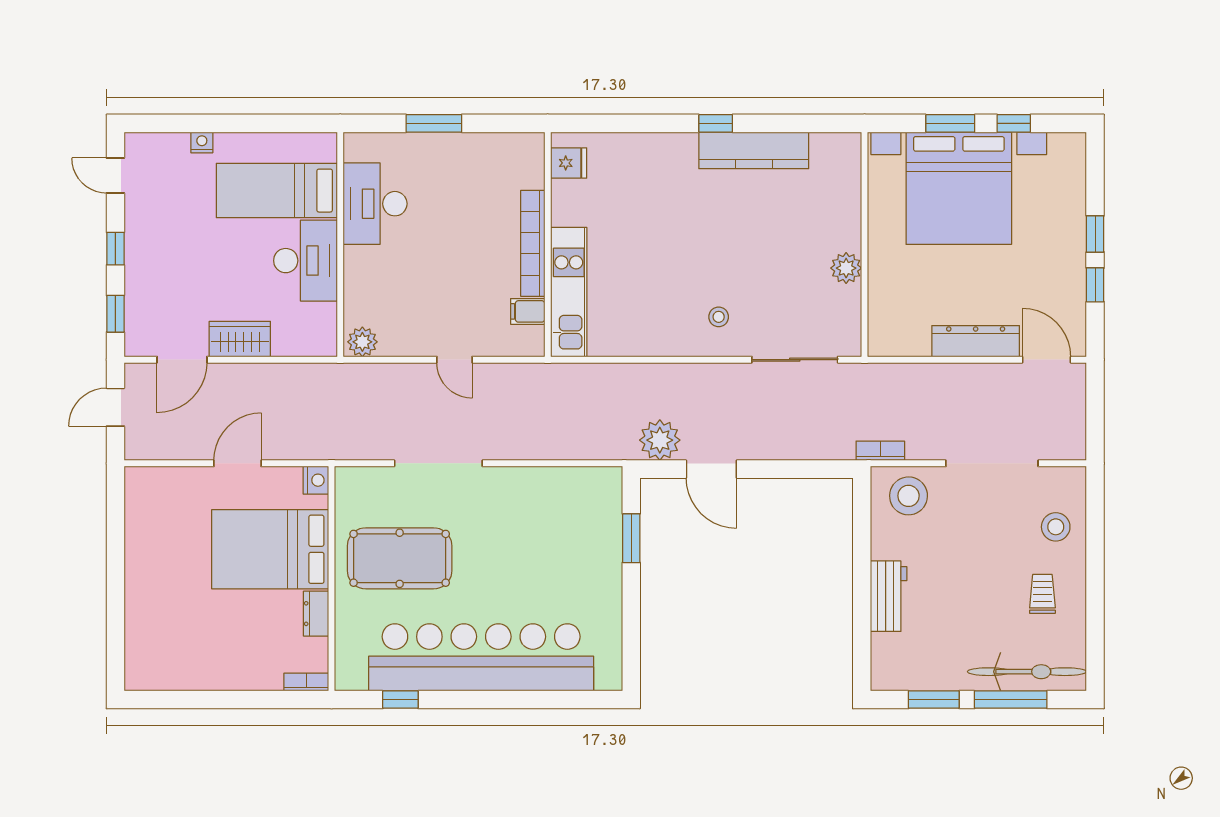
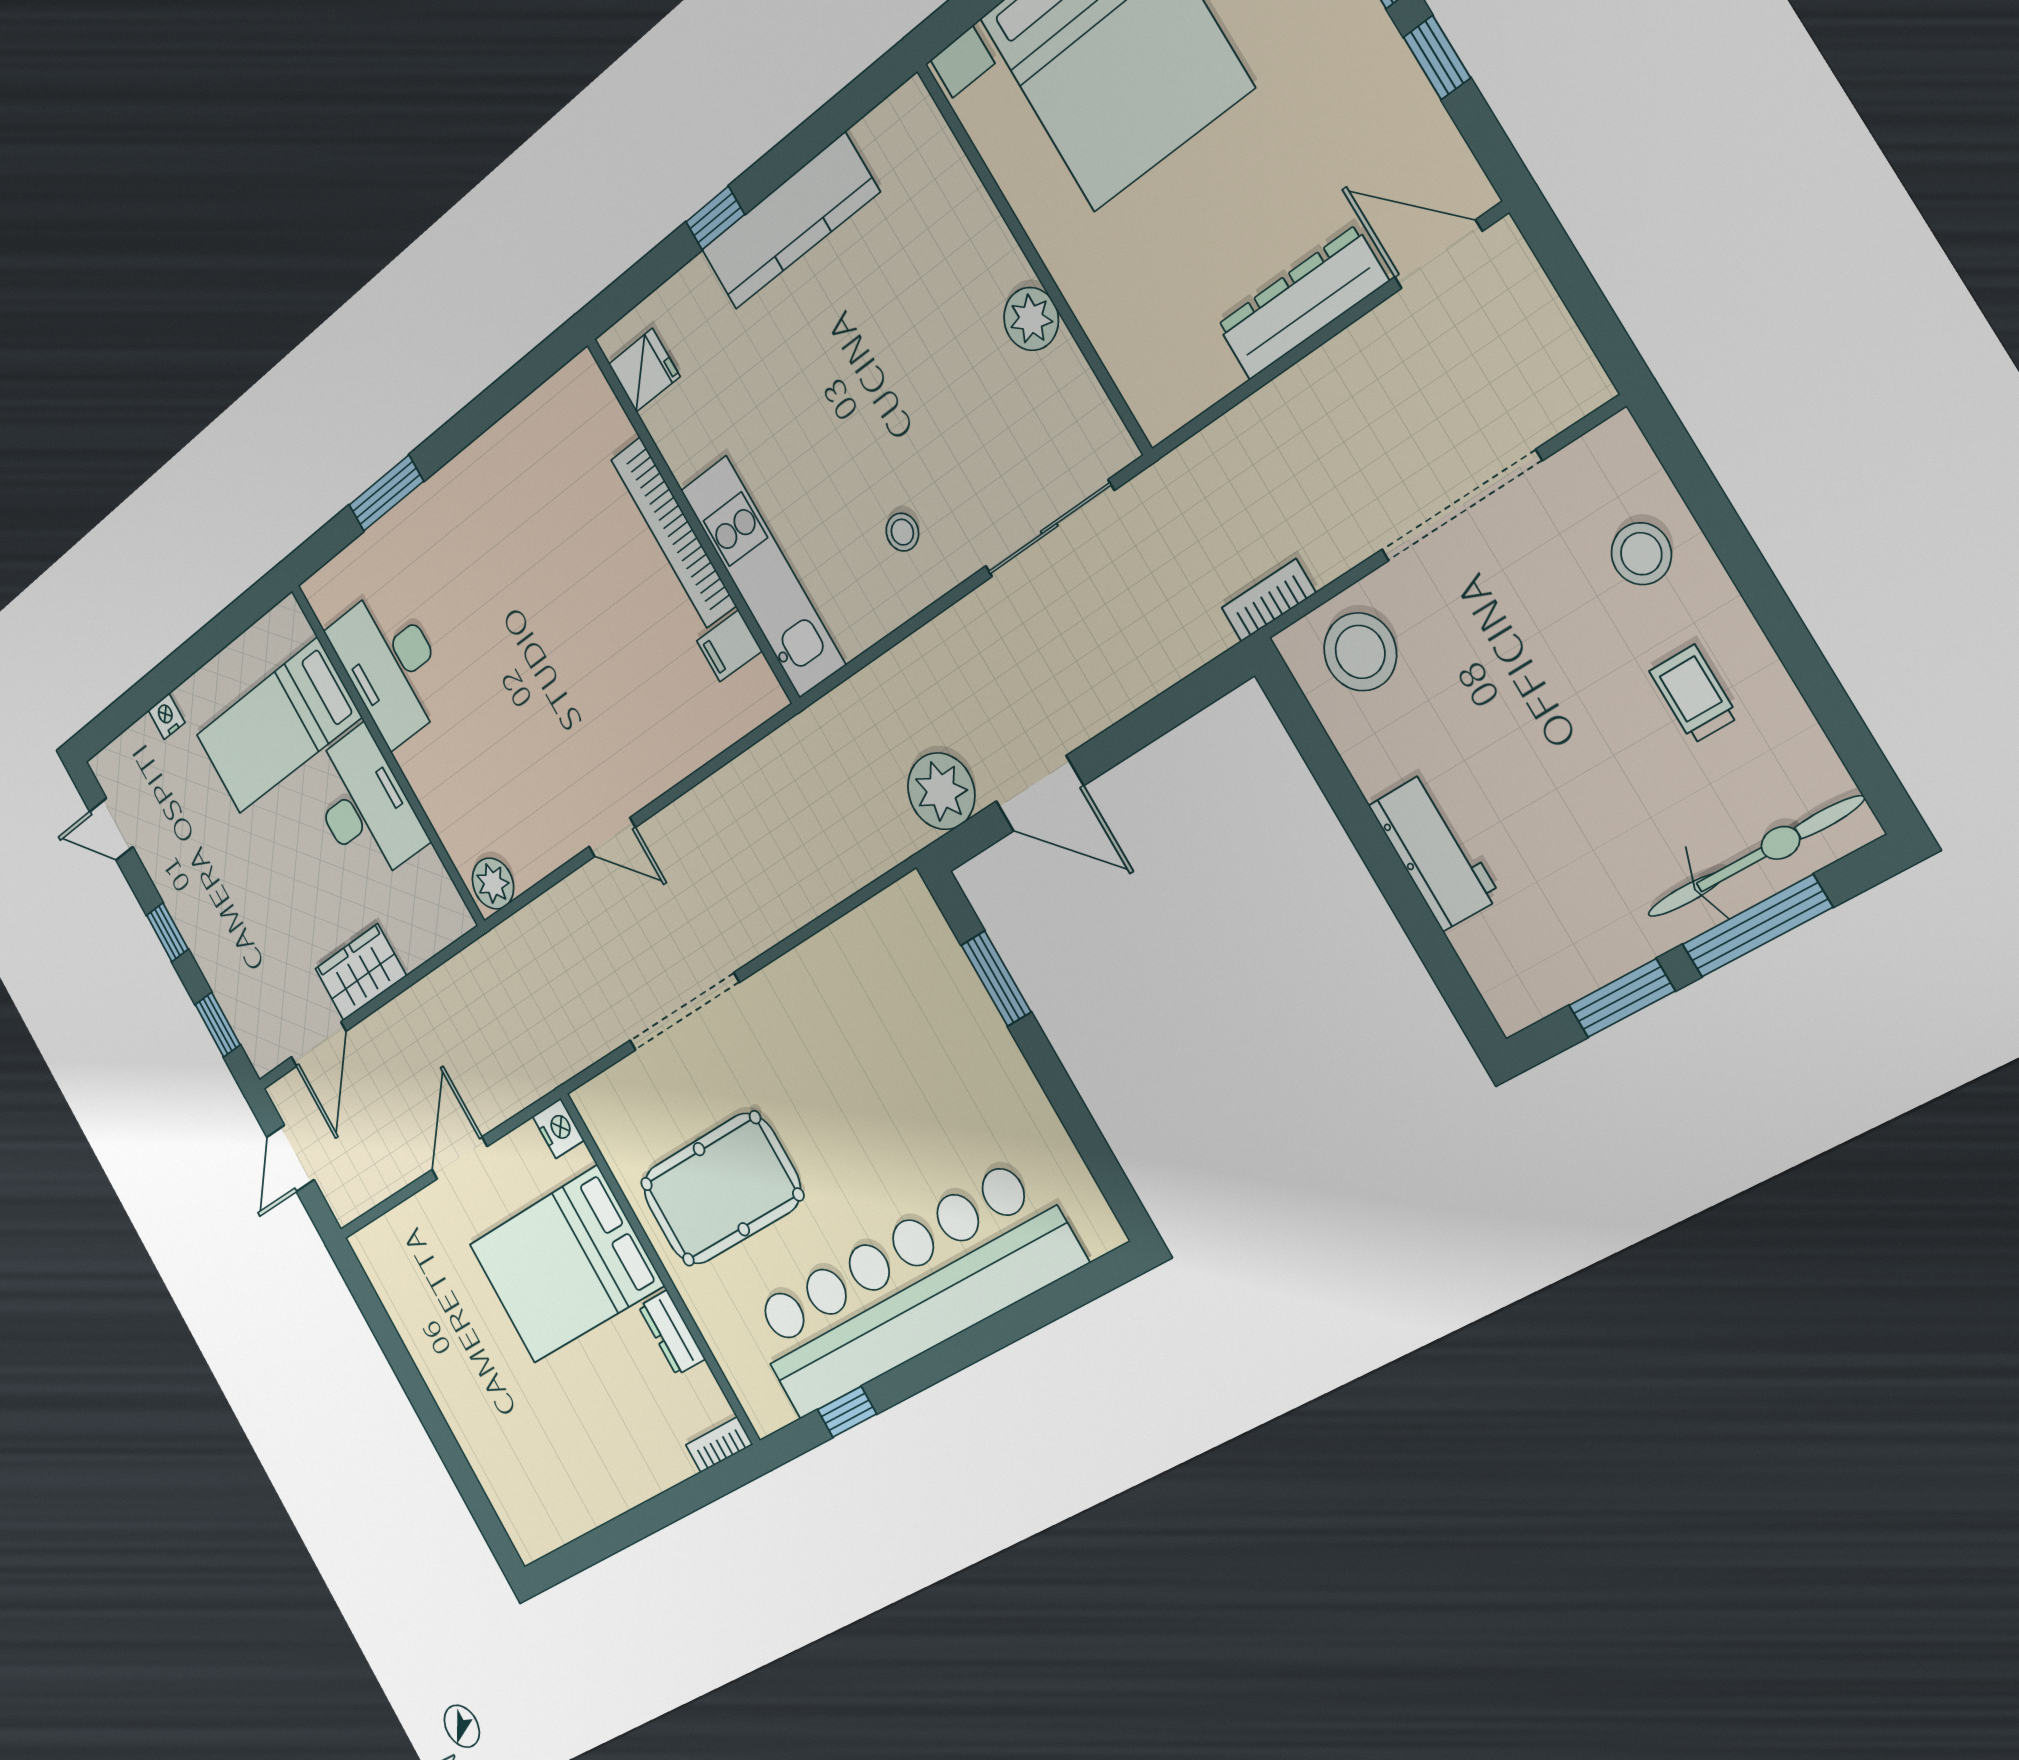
fridge: (569, 163) -> (644, 370), moved
bookcase: (533, 243) -> (674, 533), moved
wall: (548, 244) -> (693, 520), moved
kitchen unit: (569, 292) -> (763, 577), moved
filing cabinet: (528, 311) -> (729, 646), moved

